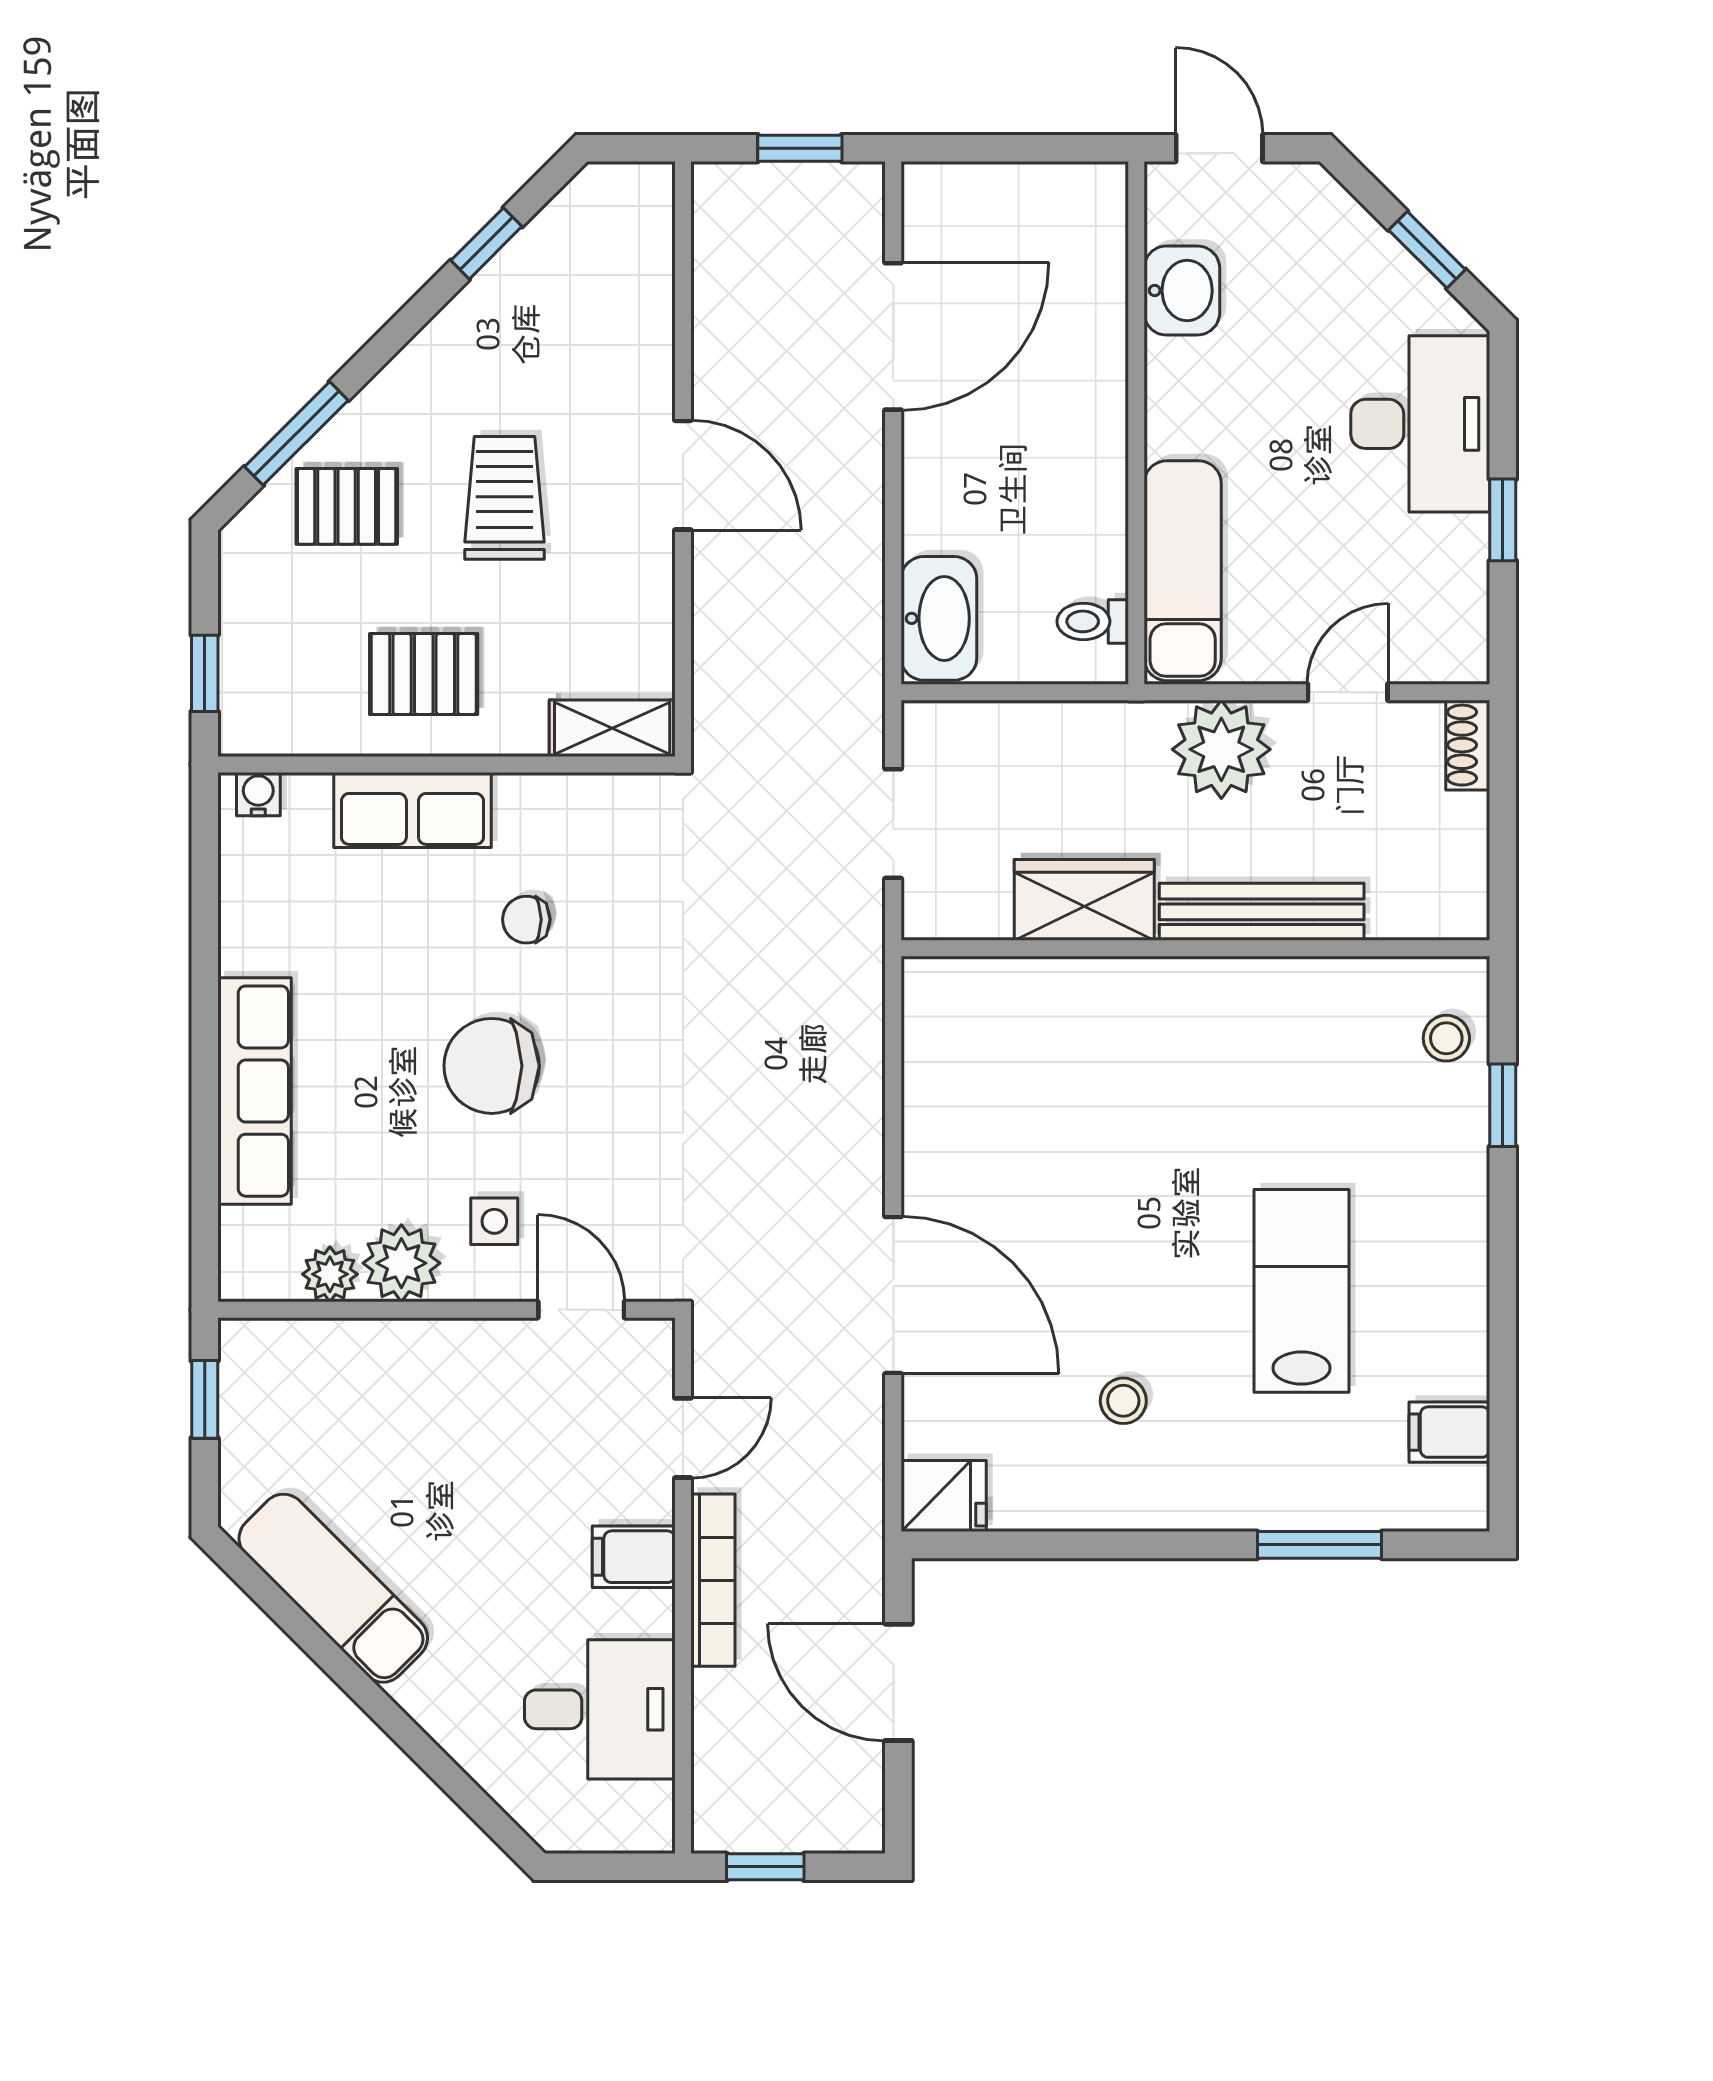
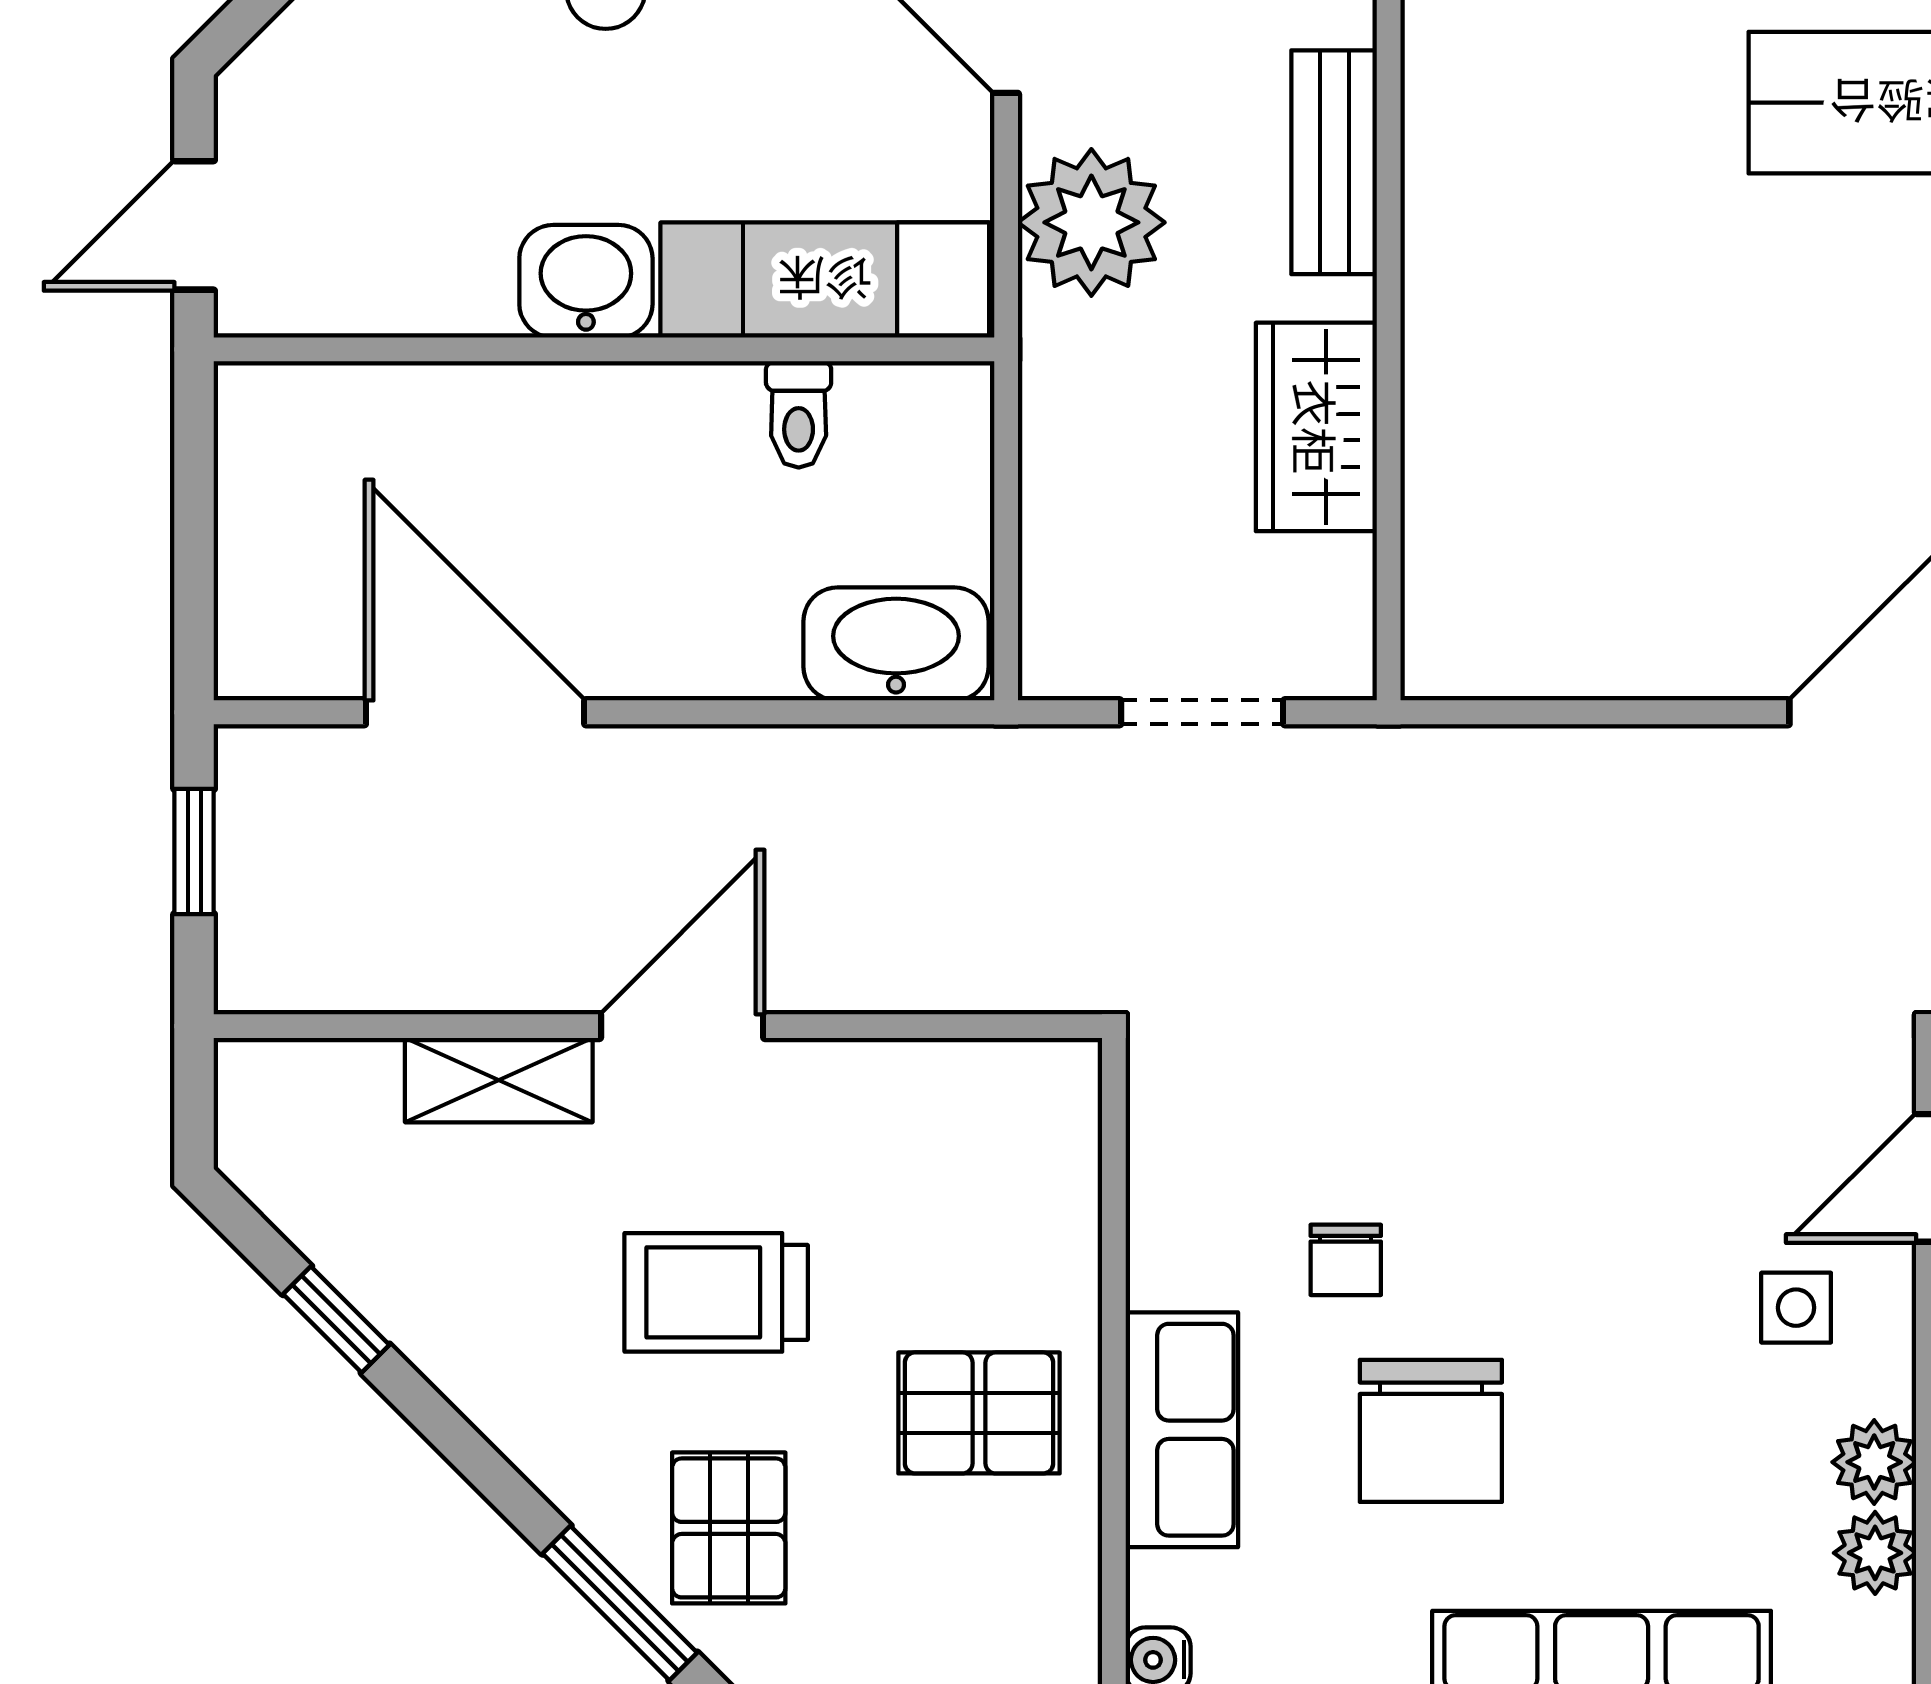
washbasin: (1182, 291) -> (586, 281), moved
toilet: (1093, 621) -> (799, 414), moved
pallet: (424, 674) -> (979, 1413), turned 90
shelving: (612, 728) -> (499, 1080), moved, turned 90
bench: (1262, 912) -> (1334, 162), width x0.73
chair: (492, 1066) -> (1431, 1431), moved
plant: (401, 1263) -> (1874, 1462), width x0.73, depth x0.73

